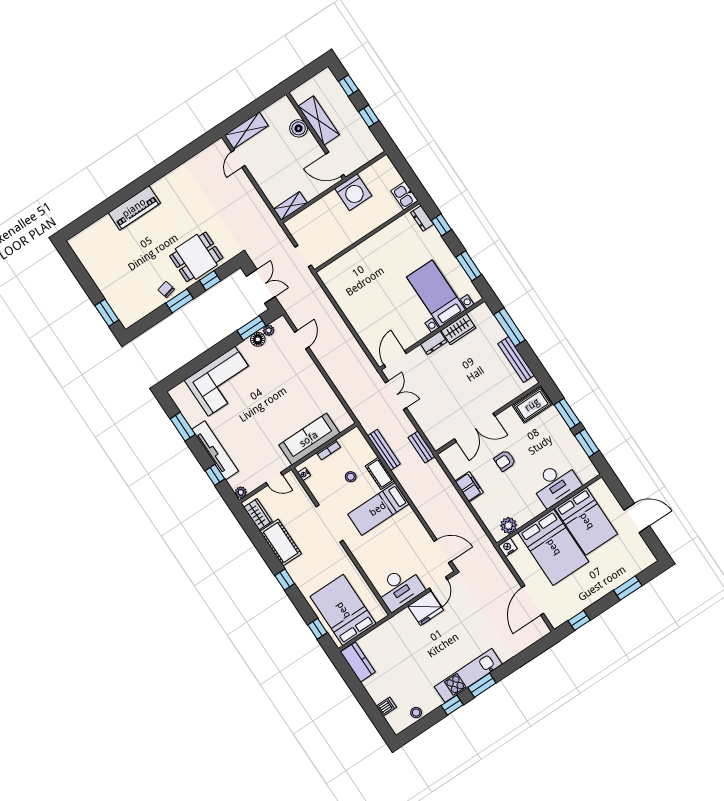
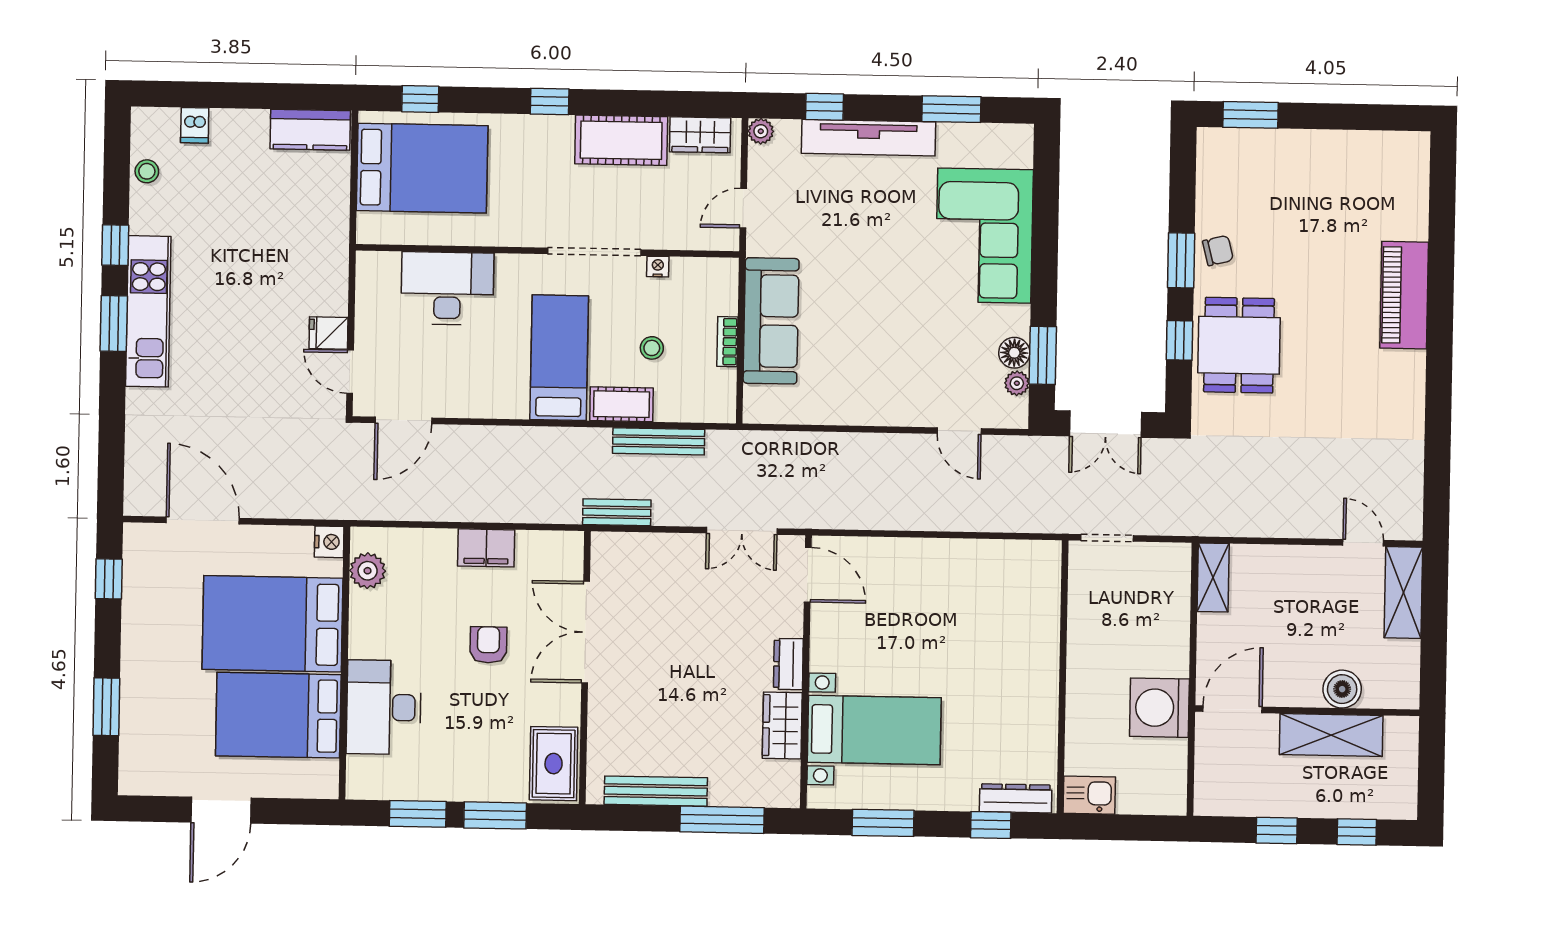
dresser: (422, 218) -> (1016, 798), width x1.44
nightstand: (304, 474) -> (658, 267), moved
desk: (400, 588) -> (447, 288), moved, turned 90
fridge: (426, 608) -> (328, 333), width x0.53, depth x0.75

